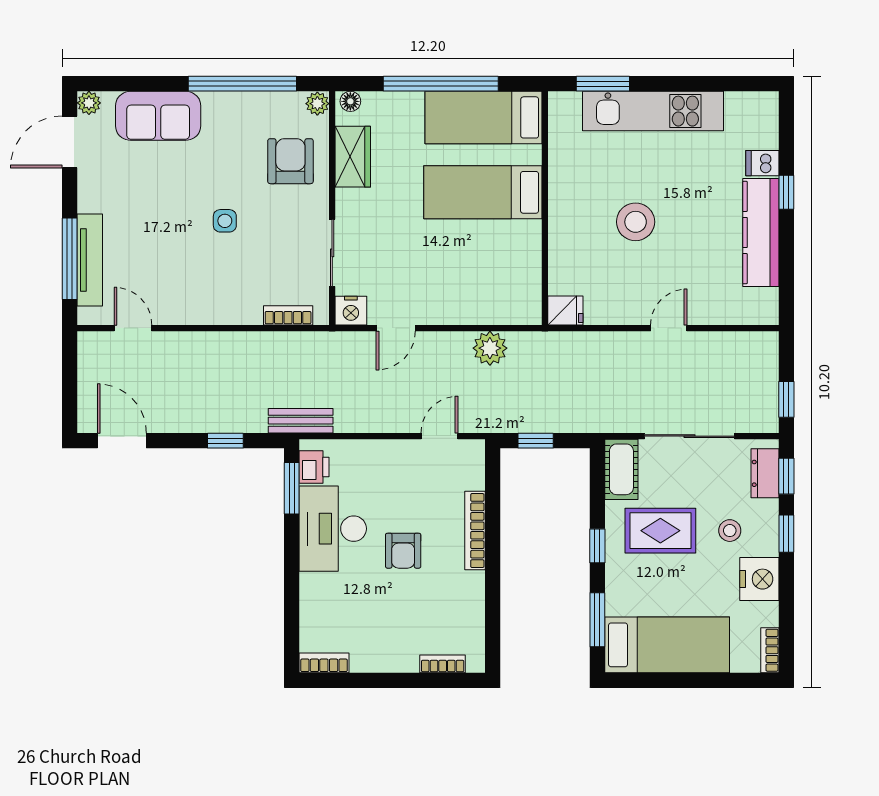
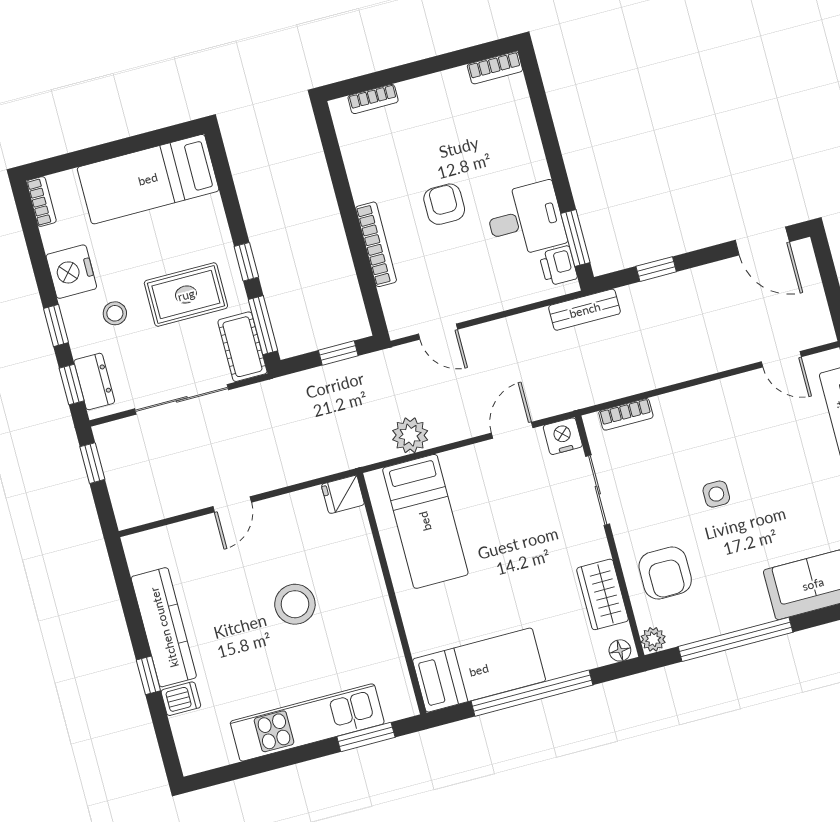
bed: (483, 192) -> (425, 521), moved, turned 90
door: (439, 436) -> (438, 332), hinge flipped
desk: (333, 529) -> (525, 220), width x0.73
window: (597, 620) -> (263, 325), moved

